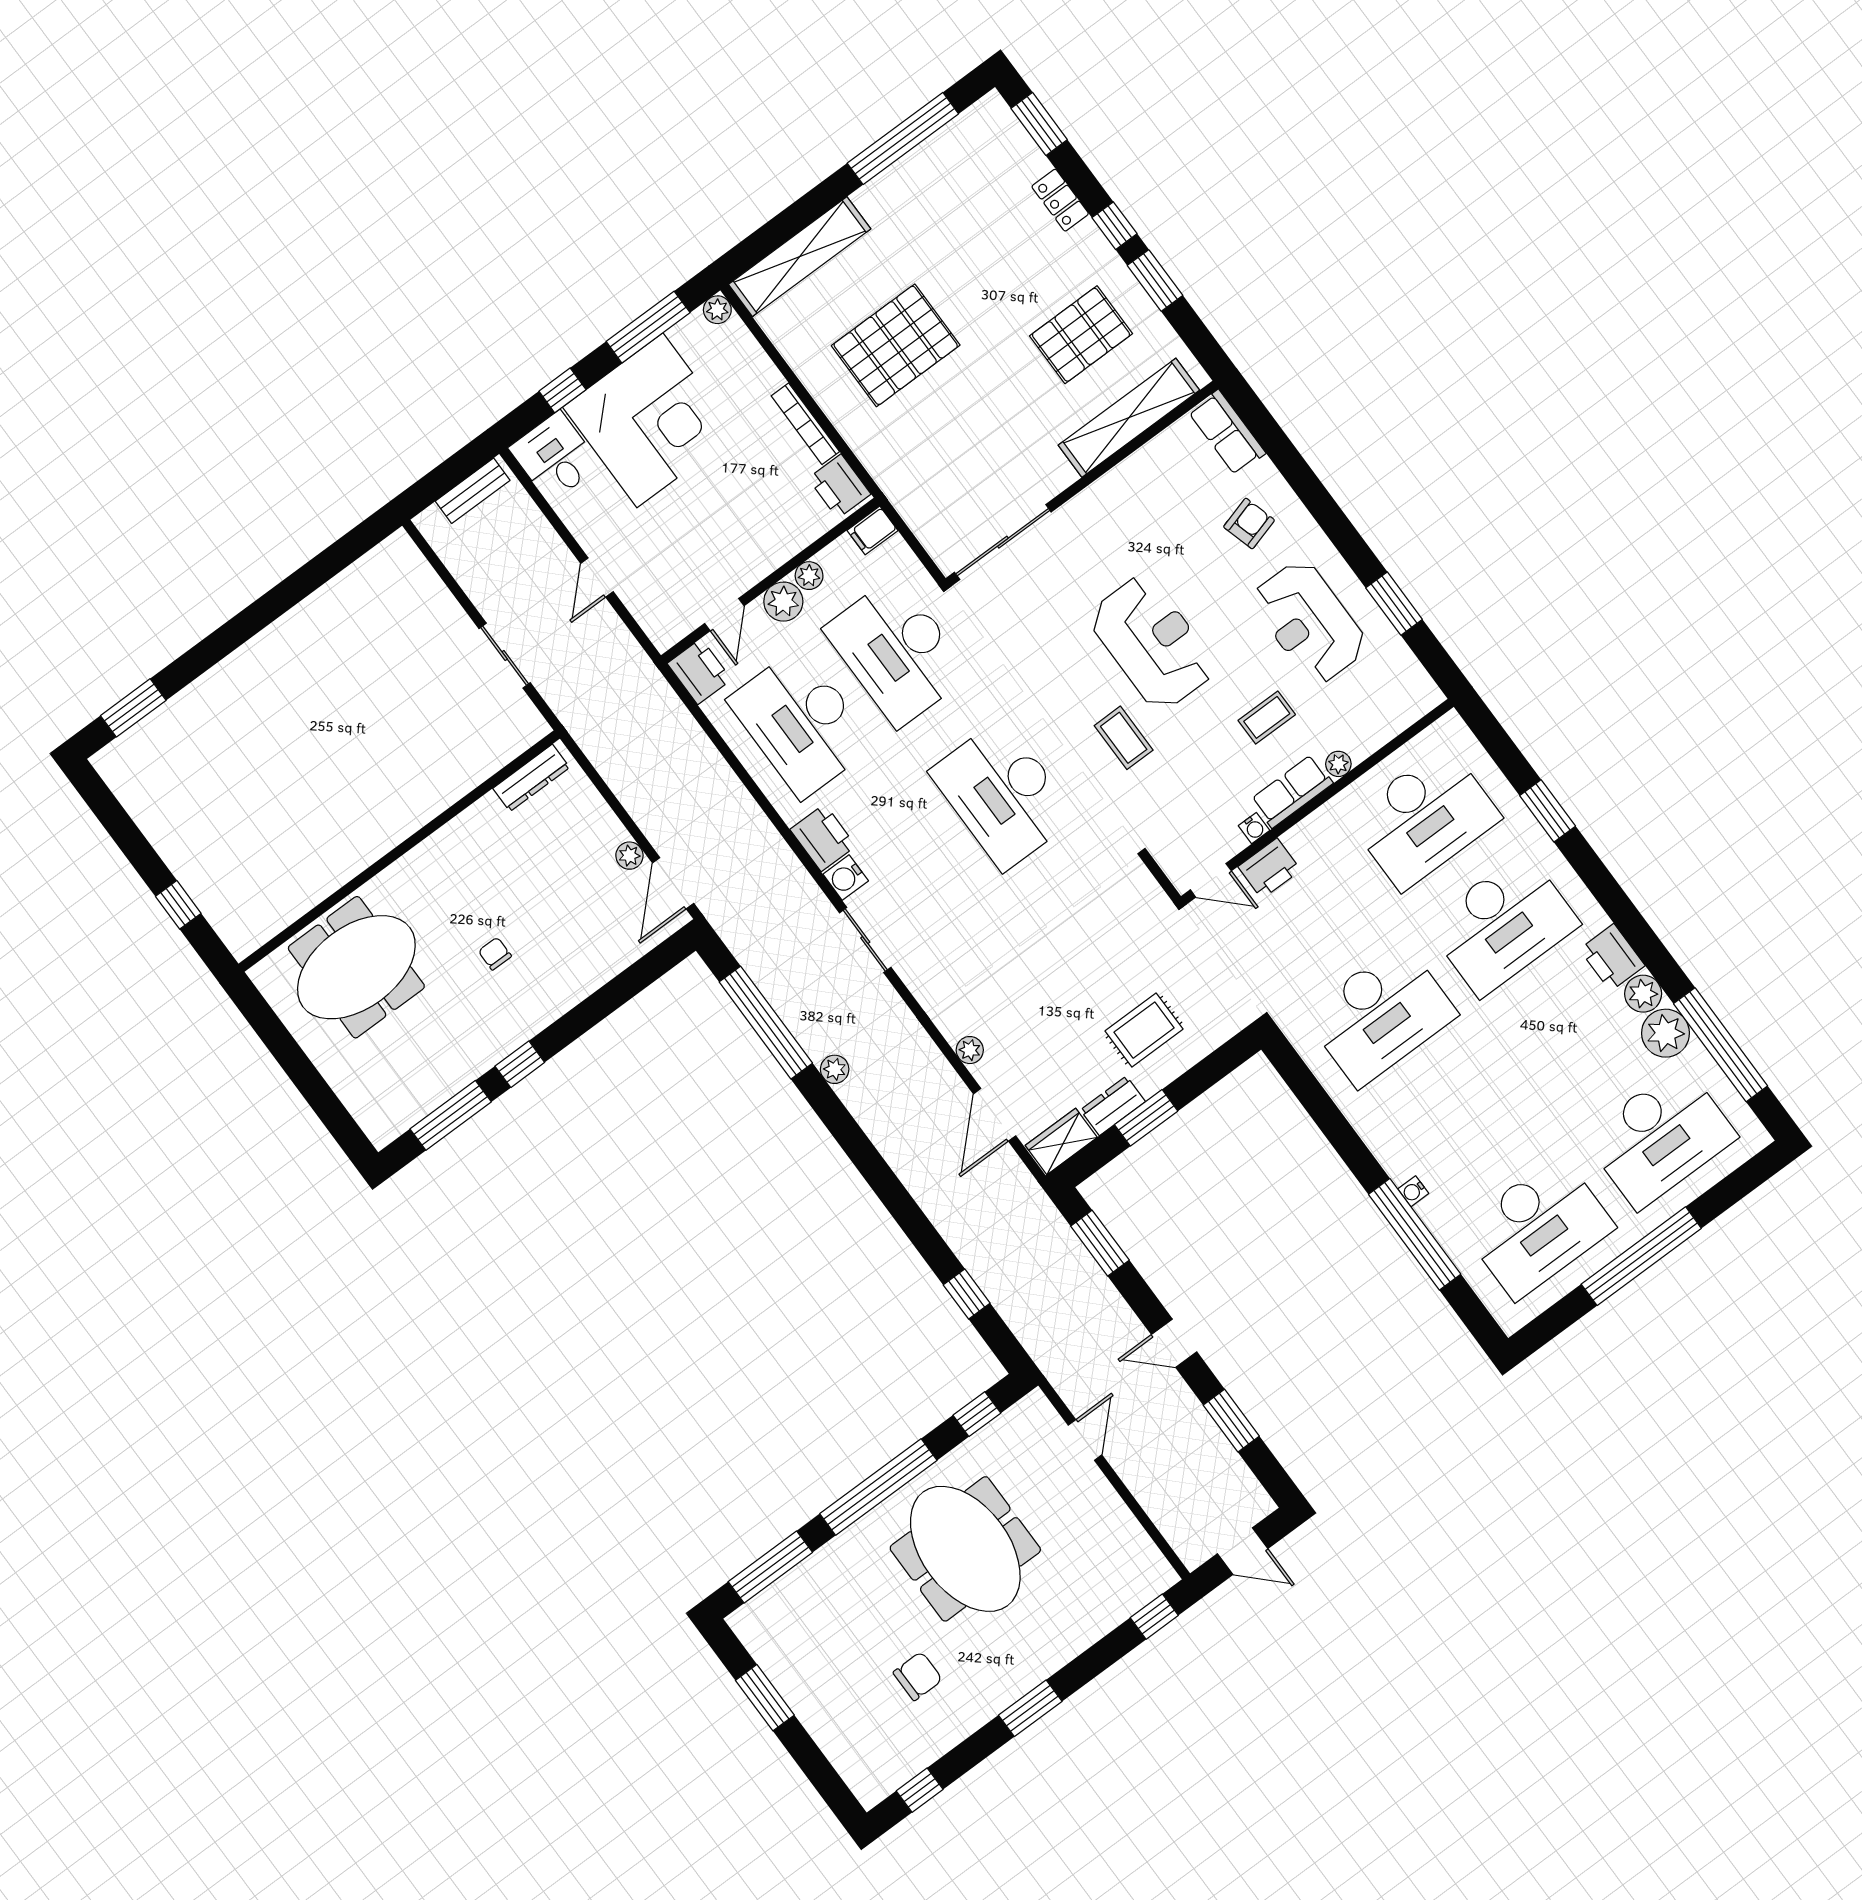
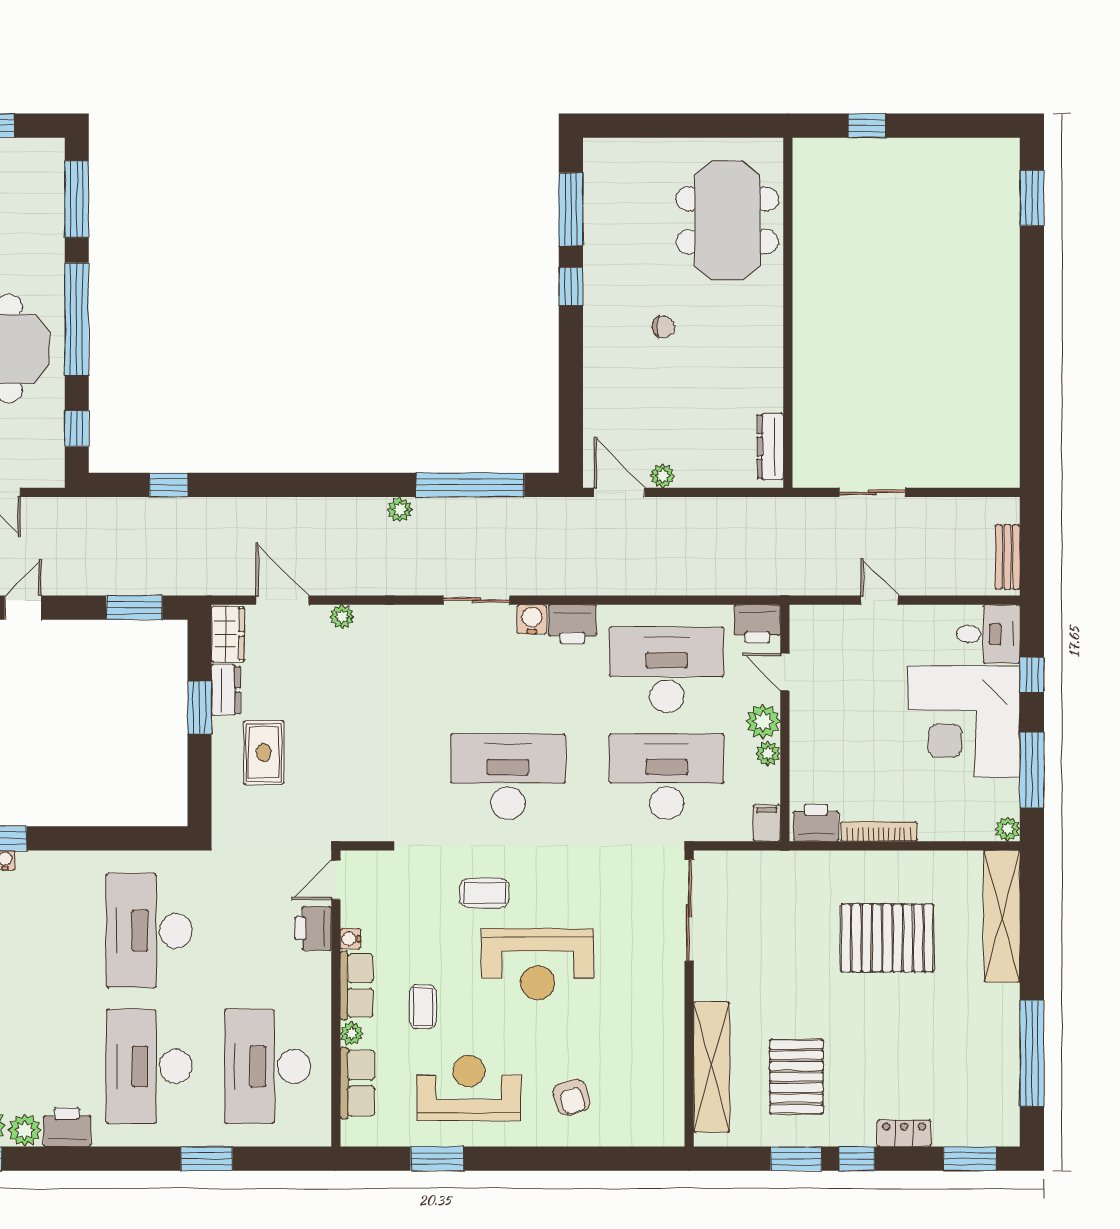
pallet: (896, 345) -> (887, 938), turned 90
row of seats: (1227, 432) -> (357, 1083), moved, turned 90

